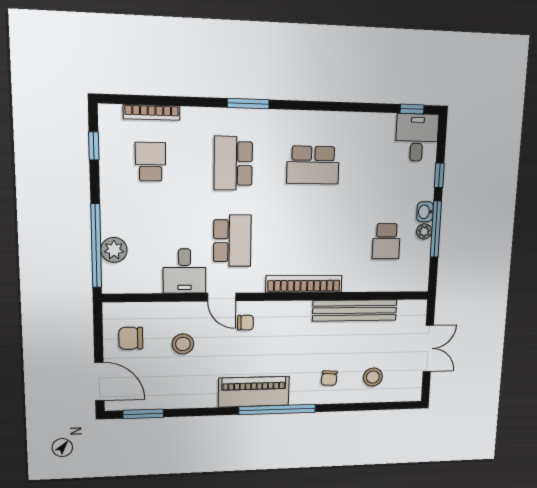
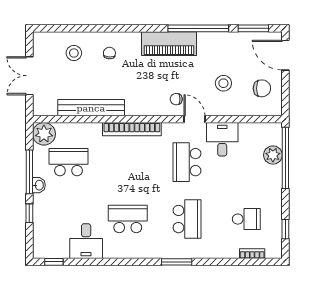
bookcase: (152, 112) -> (252, 254), width x0.64
desk: (417, 138) -> (86, 241), moved
school desk: (151, 162) -> (246, 219), turned -90
plant: (424, 231) -> (44, 134), moved, width x1.87, depth x1.87
school desk: (386, 241) -> (69, 162), width x1.85
window: (277, 409) -> (198, 28), moved

